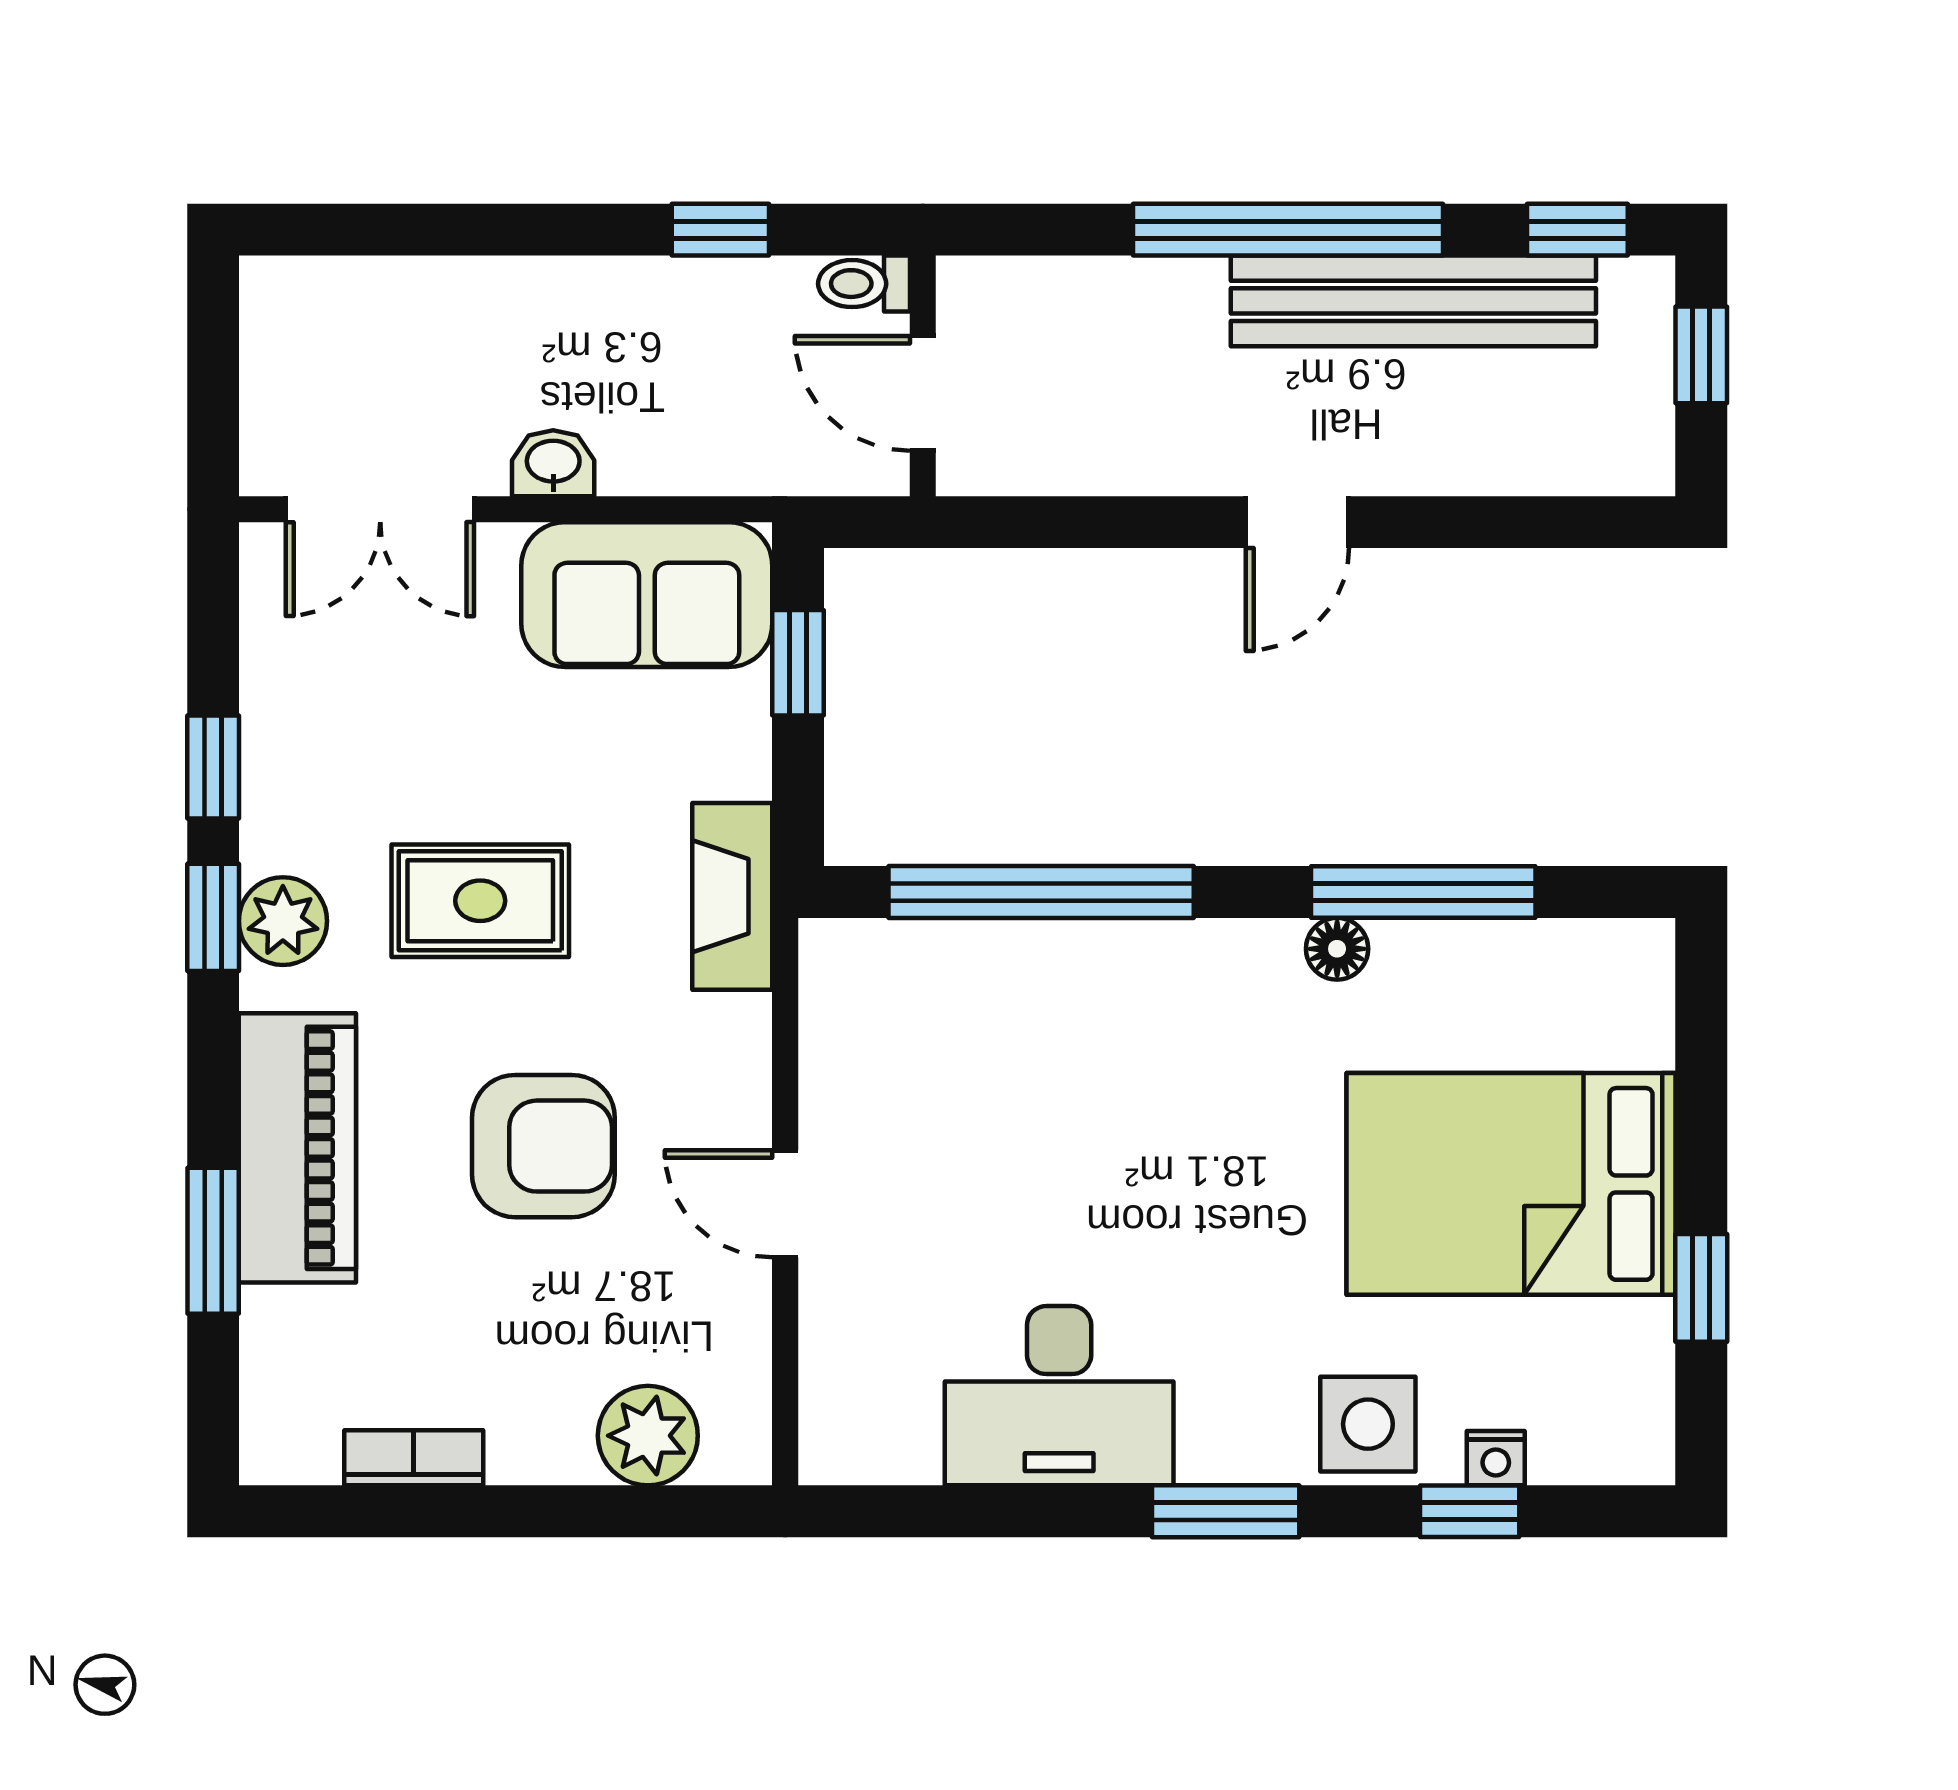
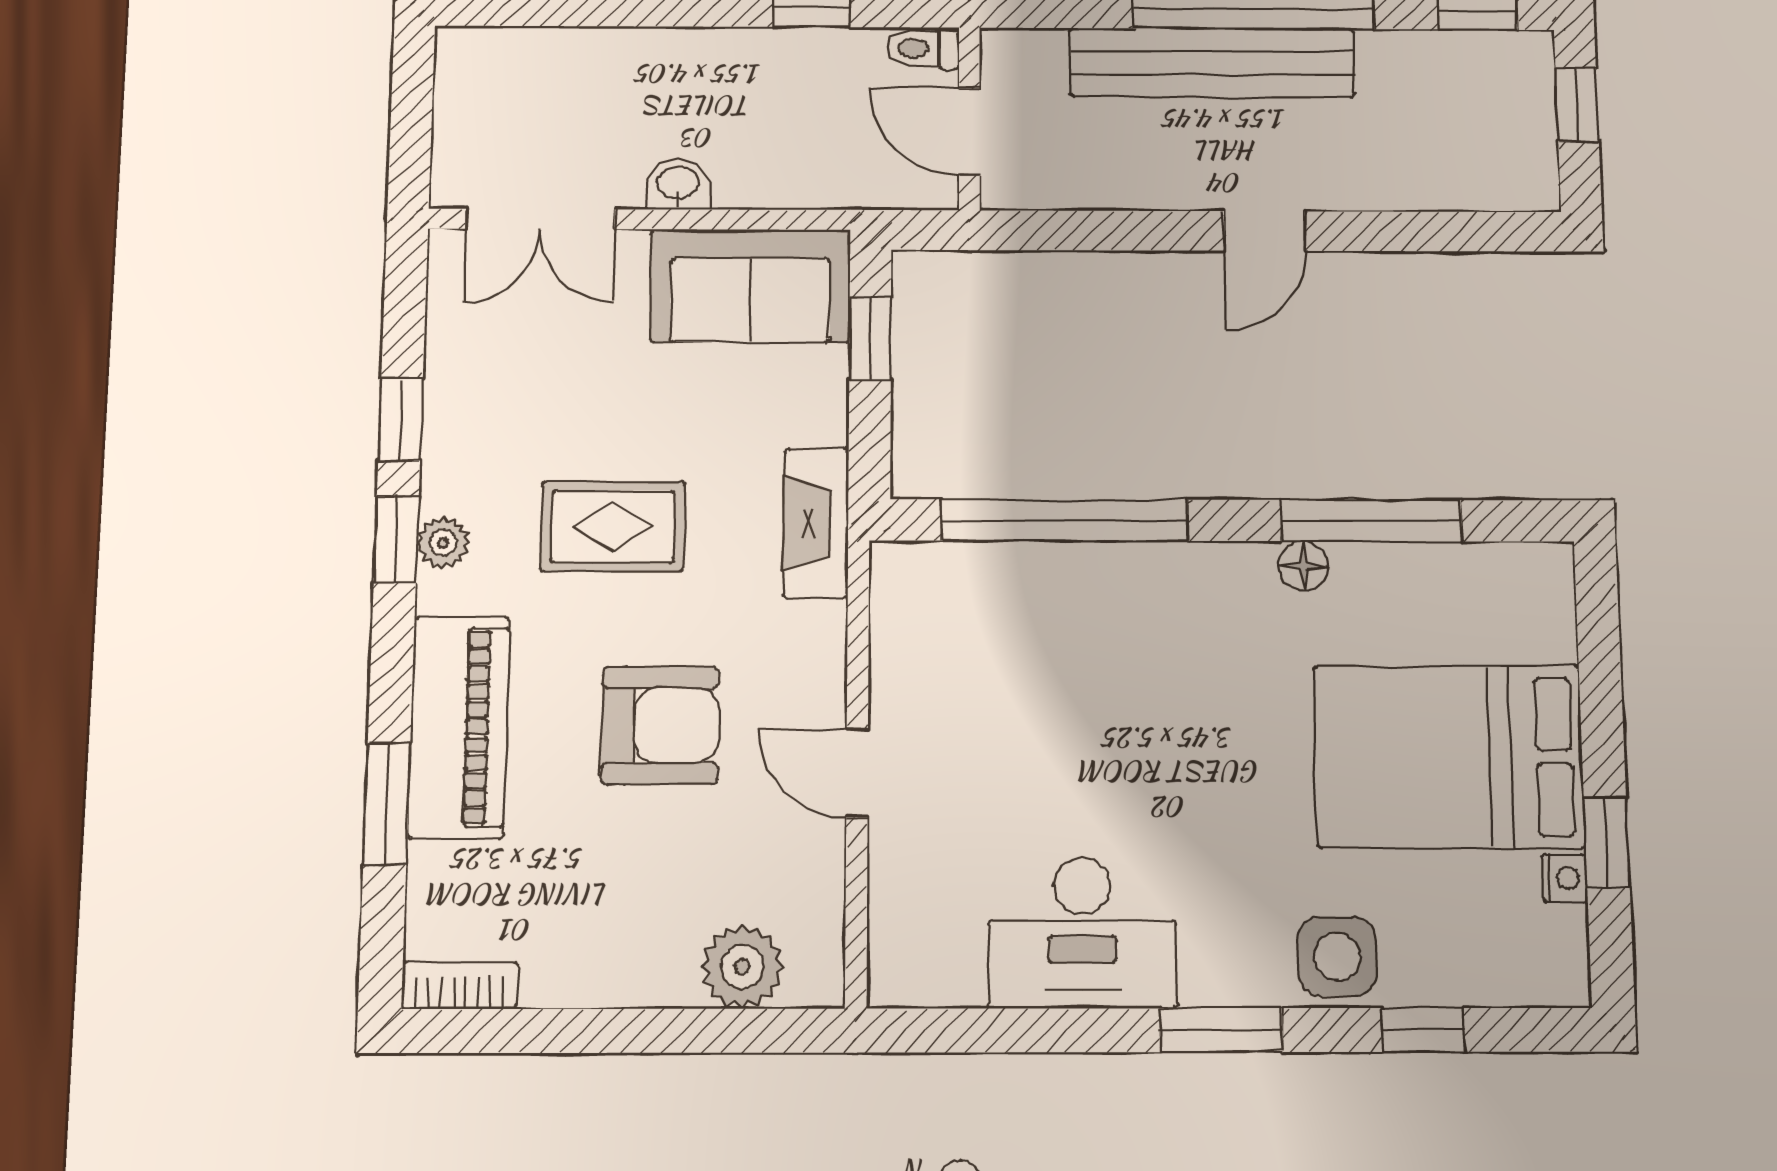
bench: (1413, 301) -> (1212, 63), moved
plant: (283, 921) -> (443, 543), width x0.73, depth x0.73
bookcase: (414, 1458) -> (460, 986), moved
nightstand: (1496, 1458) -> (1565, 878), moved, turned -90

